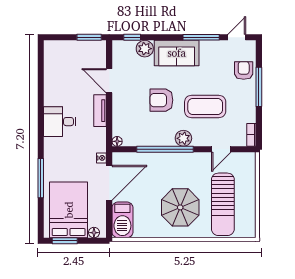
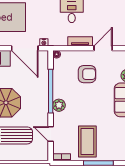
armchair: (244, 70) -> (111, 151), removed
armchair: (161, 100) -> (87, 74), moved, turned 90
coffee table: (205, 106) -> (87, 142), moved

